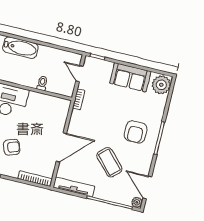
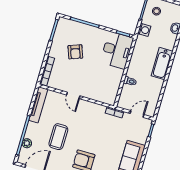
door: (61, 147) -> (73, 95), width x0.53
coffee table: (109, 162) -> (58, 137), turned -47
plant: (137, 202) -> (27, 143), moved

